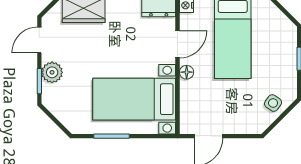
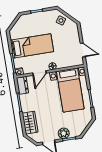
door: (178, 44) -> (39, 73), swing flipped

